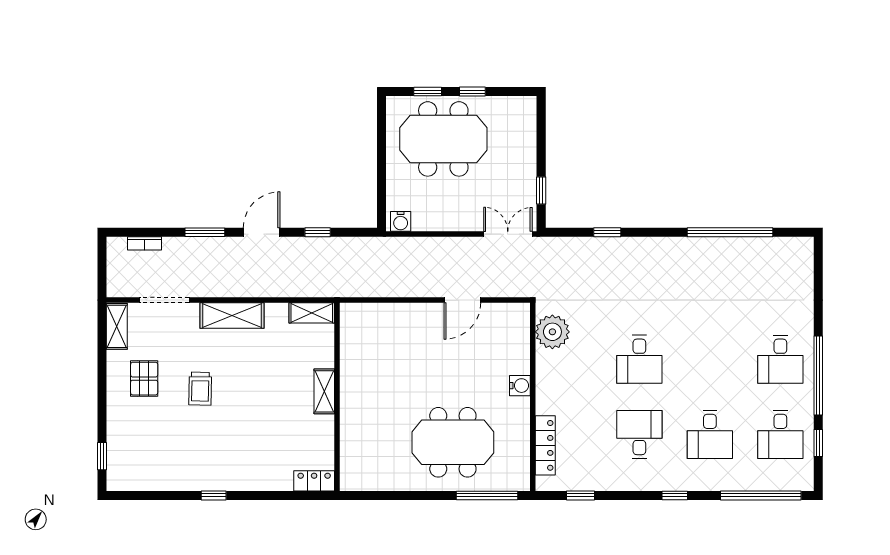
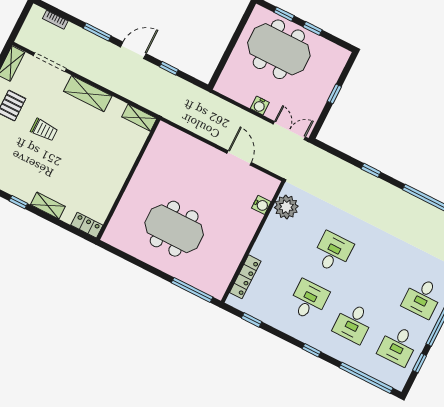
window: (541, 190) -> (334, 94), moved
water cooler: (401, 221) -> (260, 105), moved
window: (607, 232) -> (371, 170), moved
door: (462, 300) -> (239, 158), swing flipped
desk: (639, 359) -> (333, 252), turned 180
water cooler: (520, 386) -> (261, 205), moved
trolley: (200, 389) -> (44, 130), turned -91
shelving: (324, 391) -> (48, 206), moved, turned 90
meeting table: (453, 442) -> (174, 229), moved

